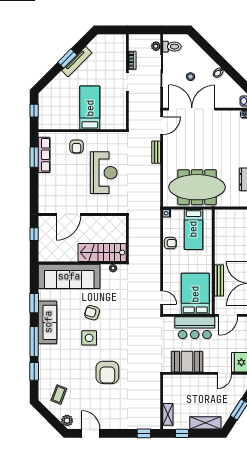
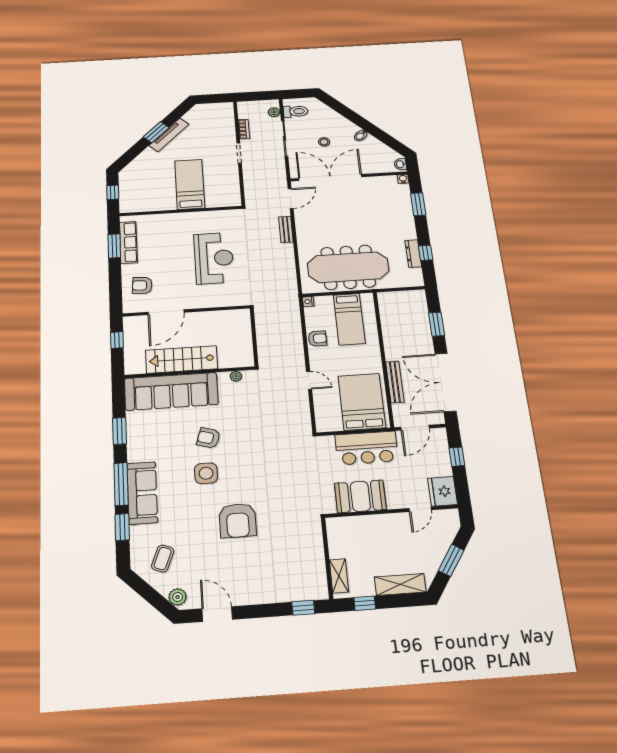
armchair: (76, 146) -> (142, 285), moved, turned 94
stairs: (102, 252) -> (182, 359), moved
door: (162, 298) -> (309, 380), moved
sofa: (48, 322) -> (142, 493), moved

